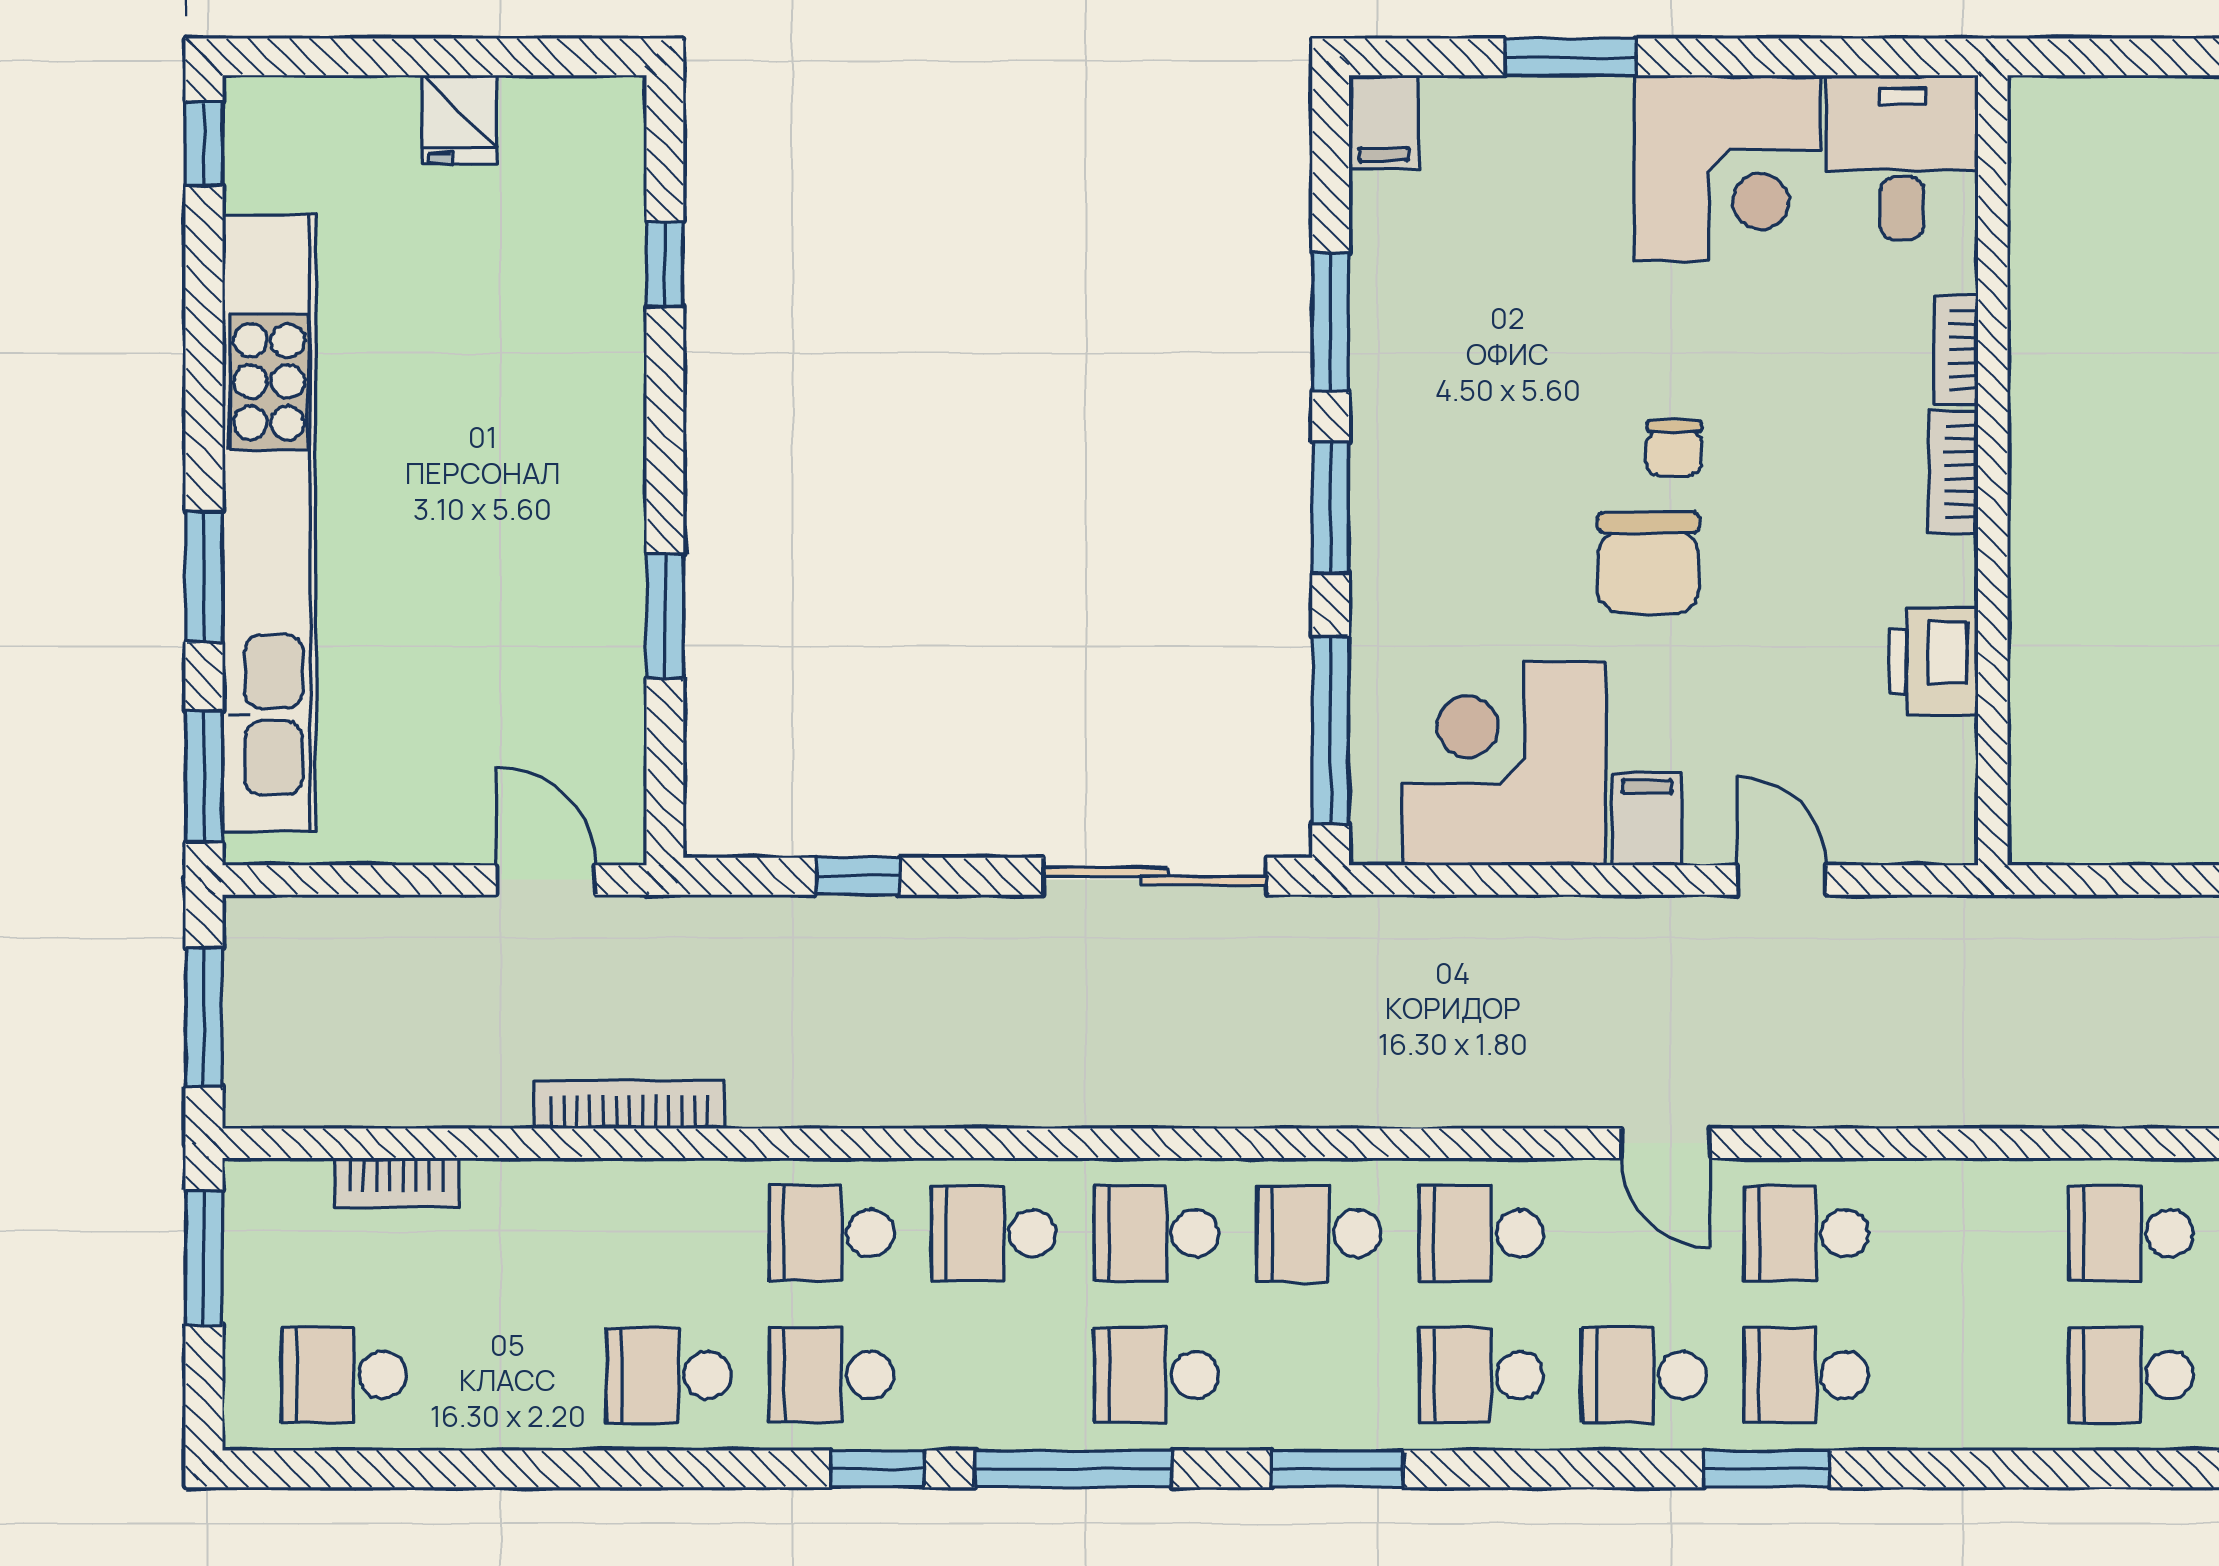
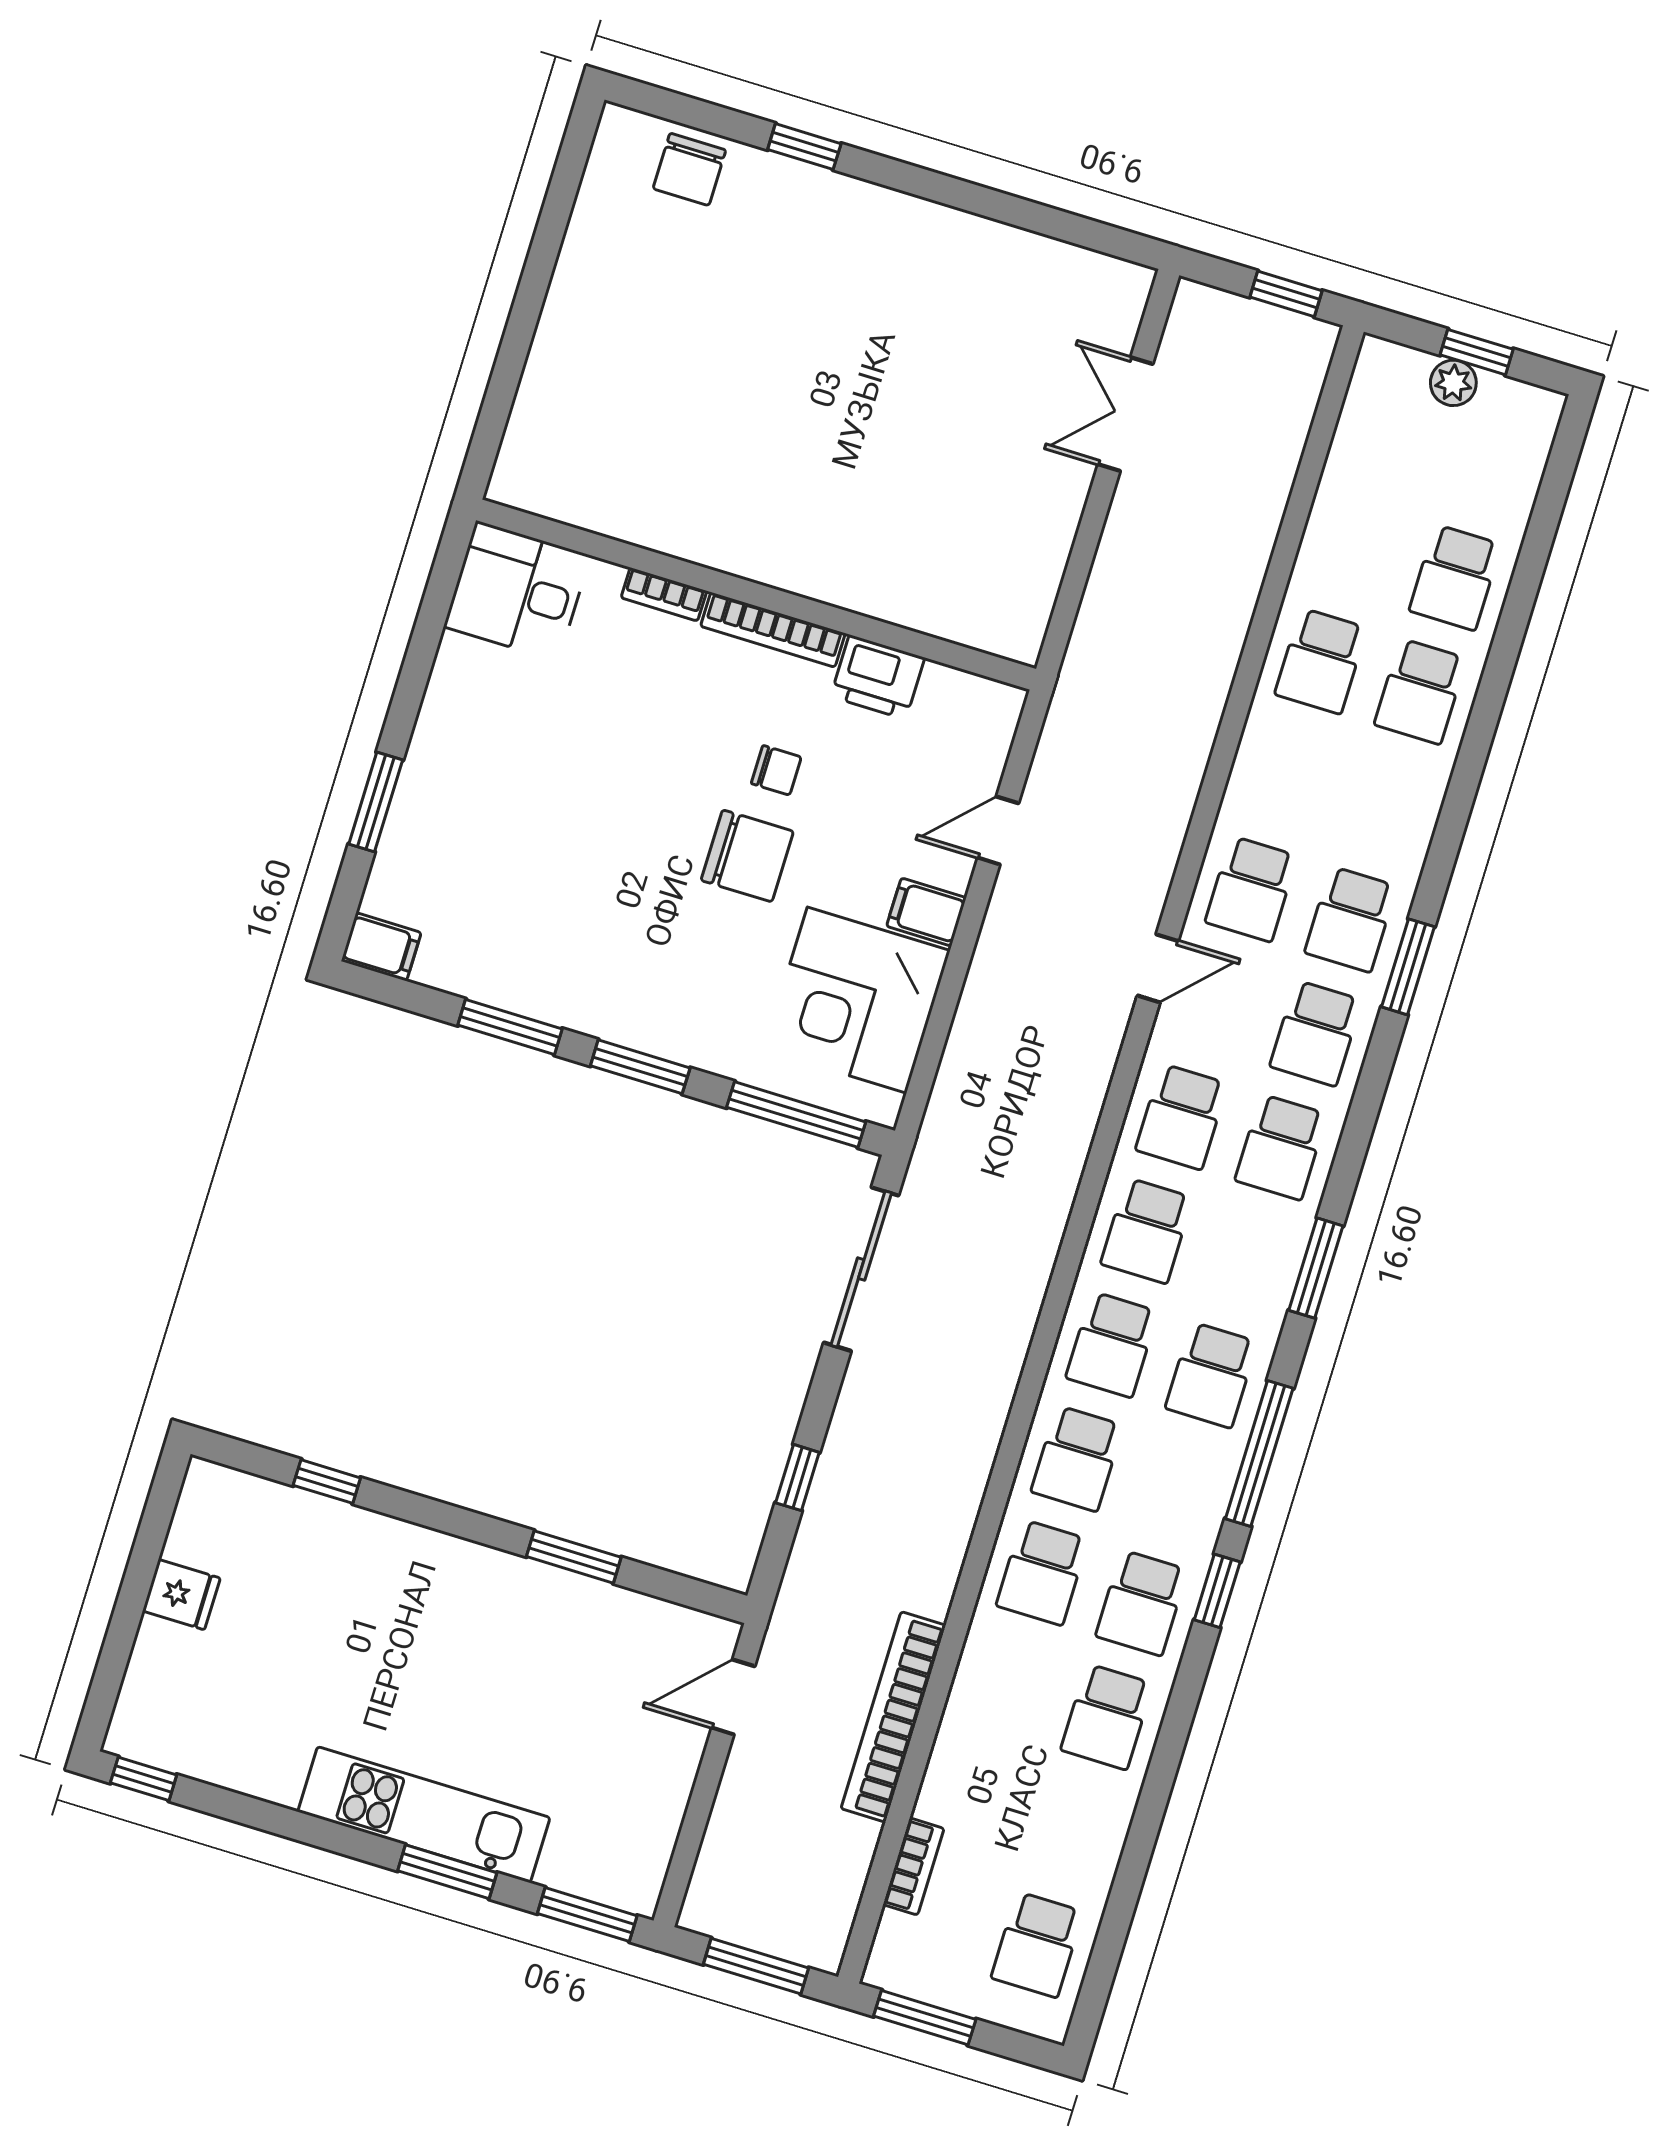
corner desk: (1727, 168) -> (487, 716), removed
chair: (1674, 448) -> (776, 770), moved
bookcase: (1953, 472) -> (773, 630), width x1.56
kitchen unit: (269, 523) -> (424, 1815), width x0.54
bookcase: (629, 1104) -> (893, 1717), width x1.48, depth x1.31

